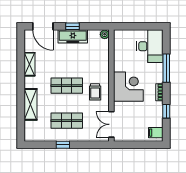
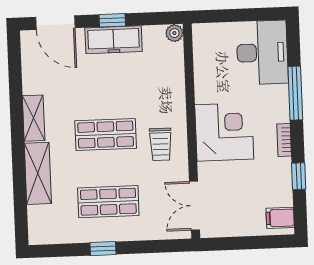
shelving: (30, 64) -> (34, 118), moved

